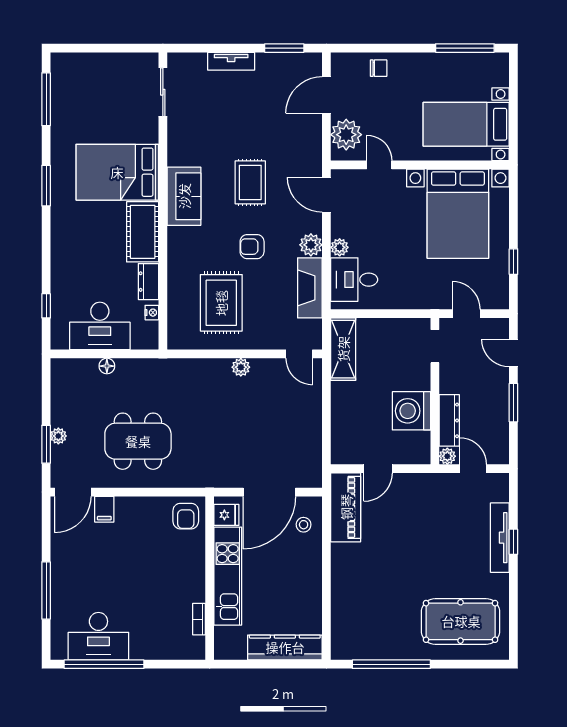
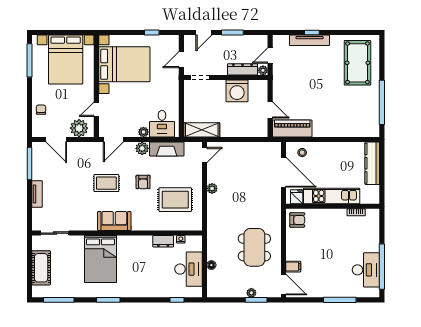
window: (284, 48) -> (30, 164), width x1.44
bed with nightstands: (466, 124) -> (66, 60), width x1.36
cot: (143, 232) -> (41, 268), moved, turned 90

